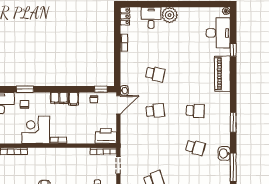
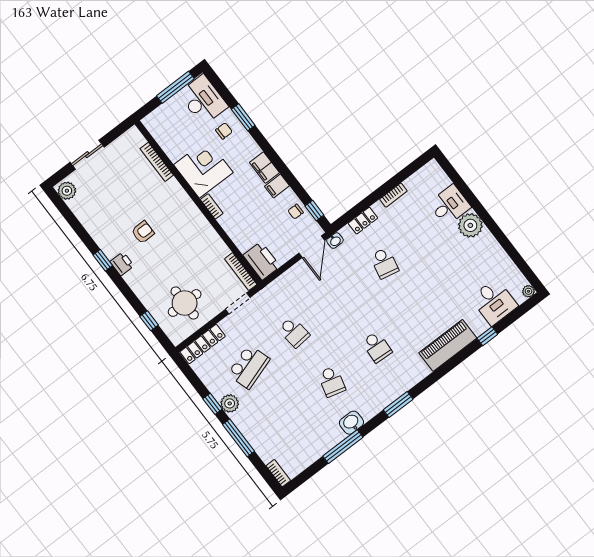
locker: (125, 16) -> (363, 221), moved
desk: (218, 33) -> (494, 302), width x0.73
door: (118, 105) -> (312, 247), hinge flipped
school desk: (155, 111) -> (294, 332), moved

